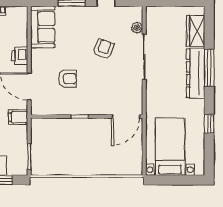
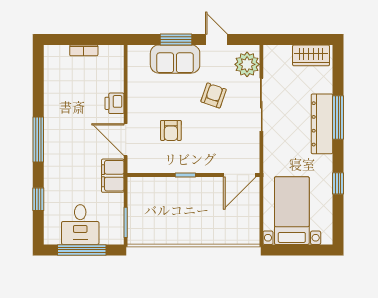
sofa: (43, 27) -> (175, 59), moved, turned 90
plant: (137, 28) -> (247, 64), width x1.88, depth x1.88
wardrobe: (196, 31) -> (311, 55), moved, turned -90
armchair: (67, 79) -> (171, 130), turned 90
filing cabinet: (18, 117) -> (113, 176), width x2.00

